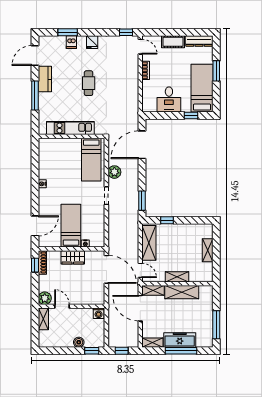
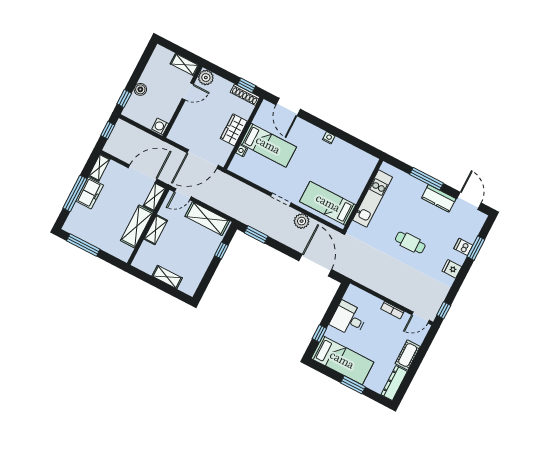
freezer: (180, 340) -> (90, 193), width x0.71

